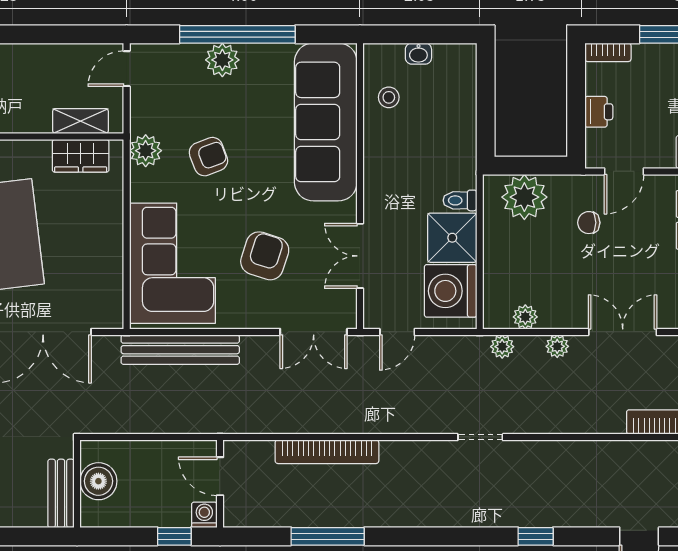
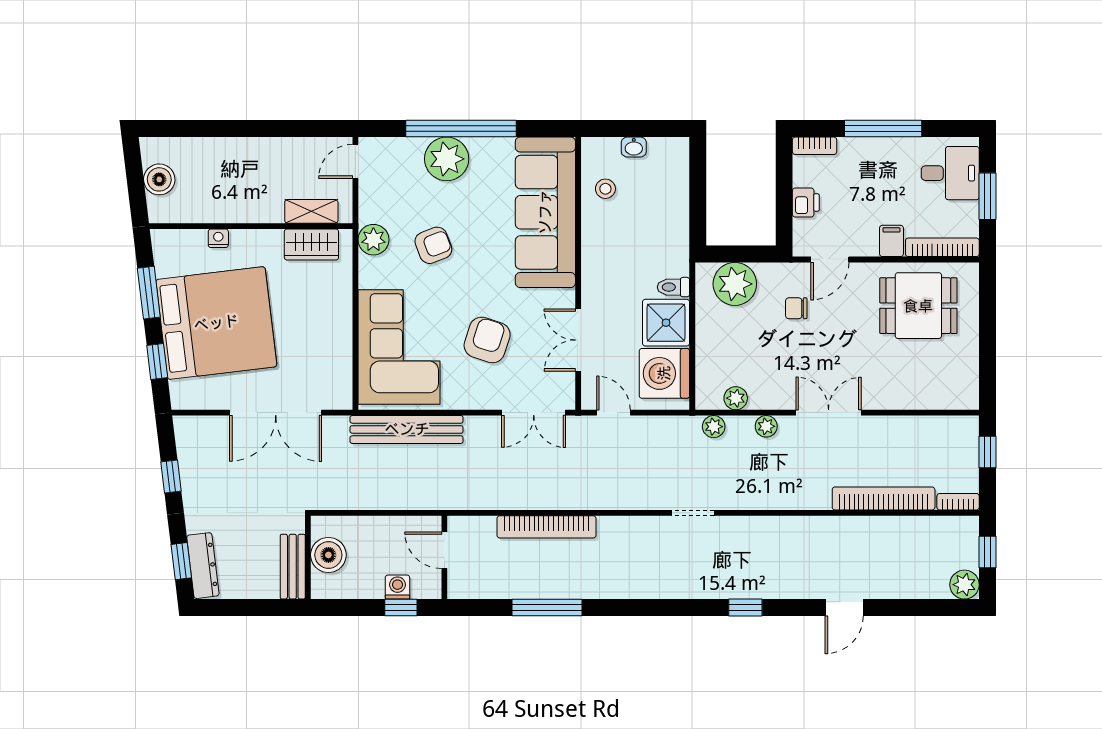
plant: (222, 60) -> (447, 159), width x1.36, depth x1.36
door: (397, 332) -> (613, 413), swing flipped
washing machine: (204, 515) -> (397, 587), moved

